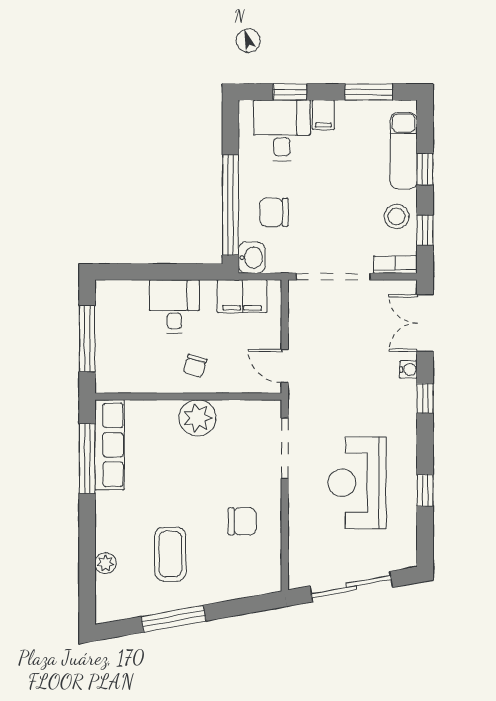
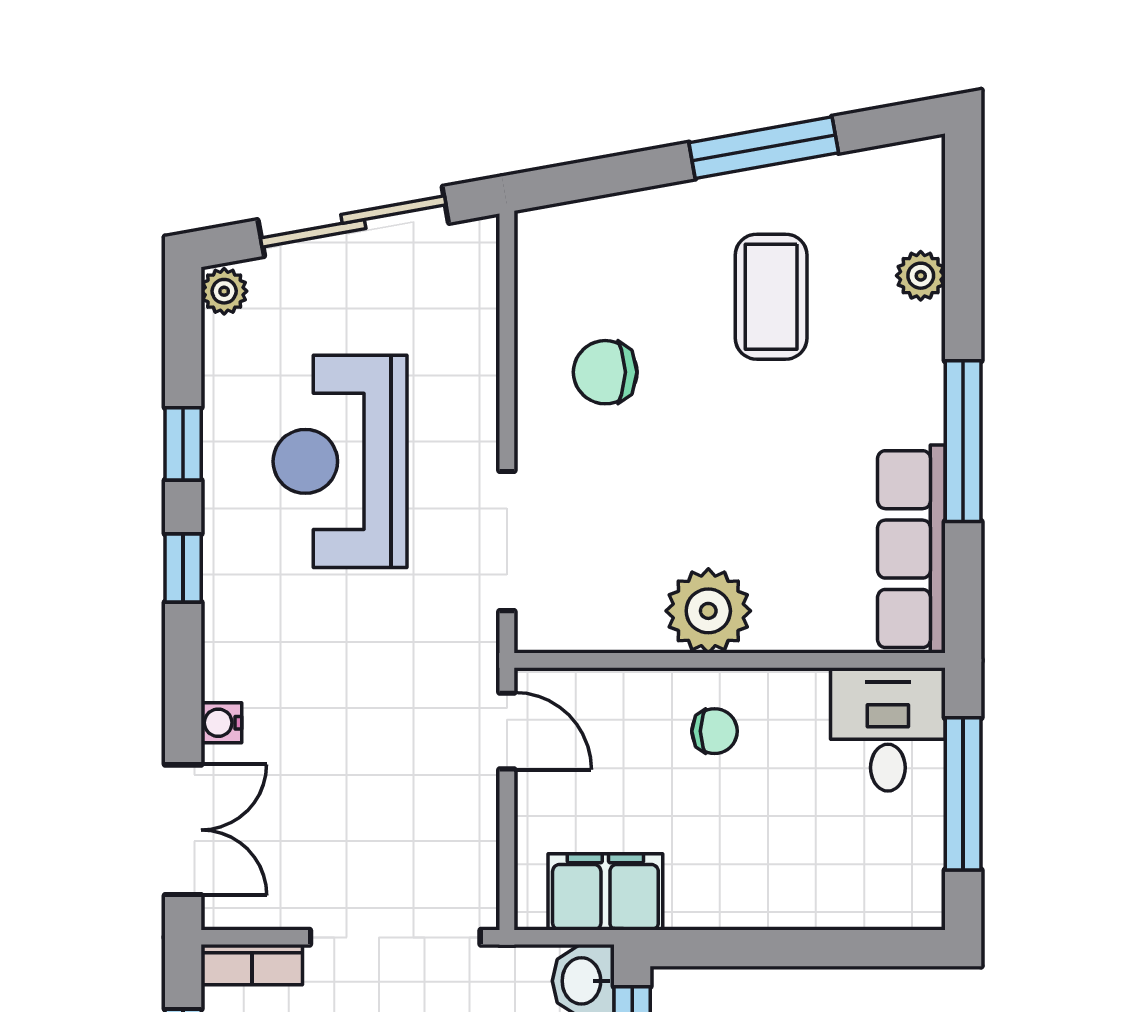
desk: (174, 306) -> (888, 729), moved, turned 180
chair: (195, 366) -> (715, 731), turned 73
window: (425, 398) -> (183, 568), moved
window: (87, 459) -> (963, 441), moved
reception desk: (357, 483) -> (340, 461), turned 180
plant: (407, 556) -> (224, 291), added

